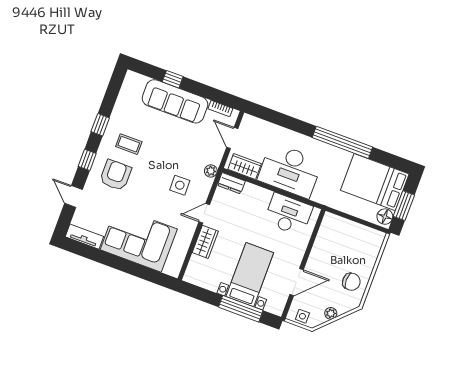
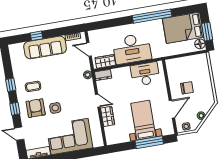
side table: (180, 185) -> (55, 108), moved
door: (204, 213) -> (98, 101), swing flipped
chair: (351, 282) -> (187, 88), moved

